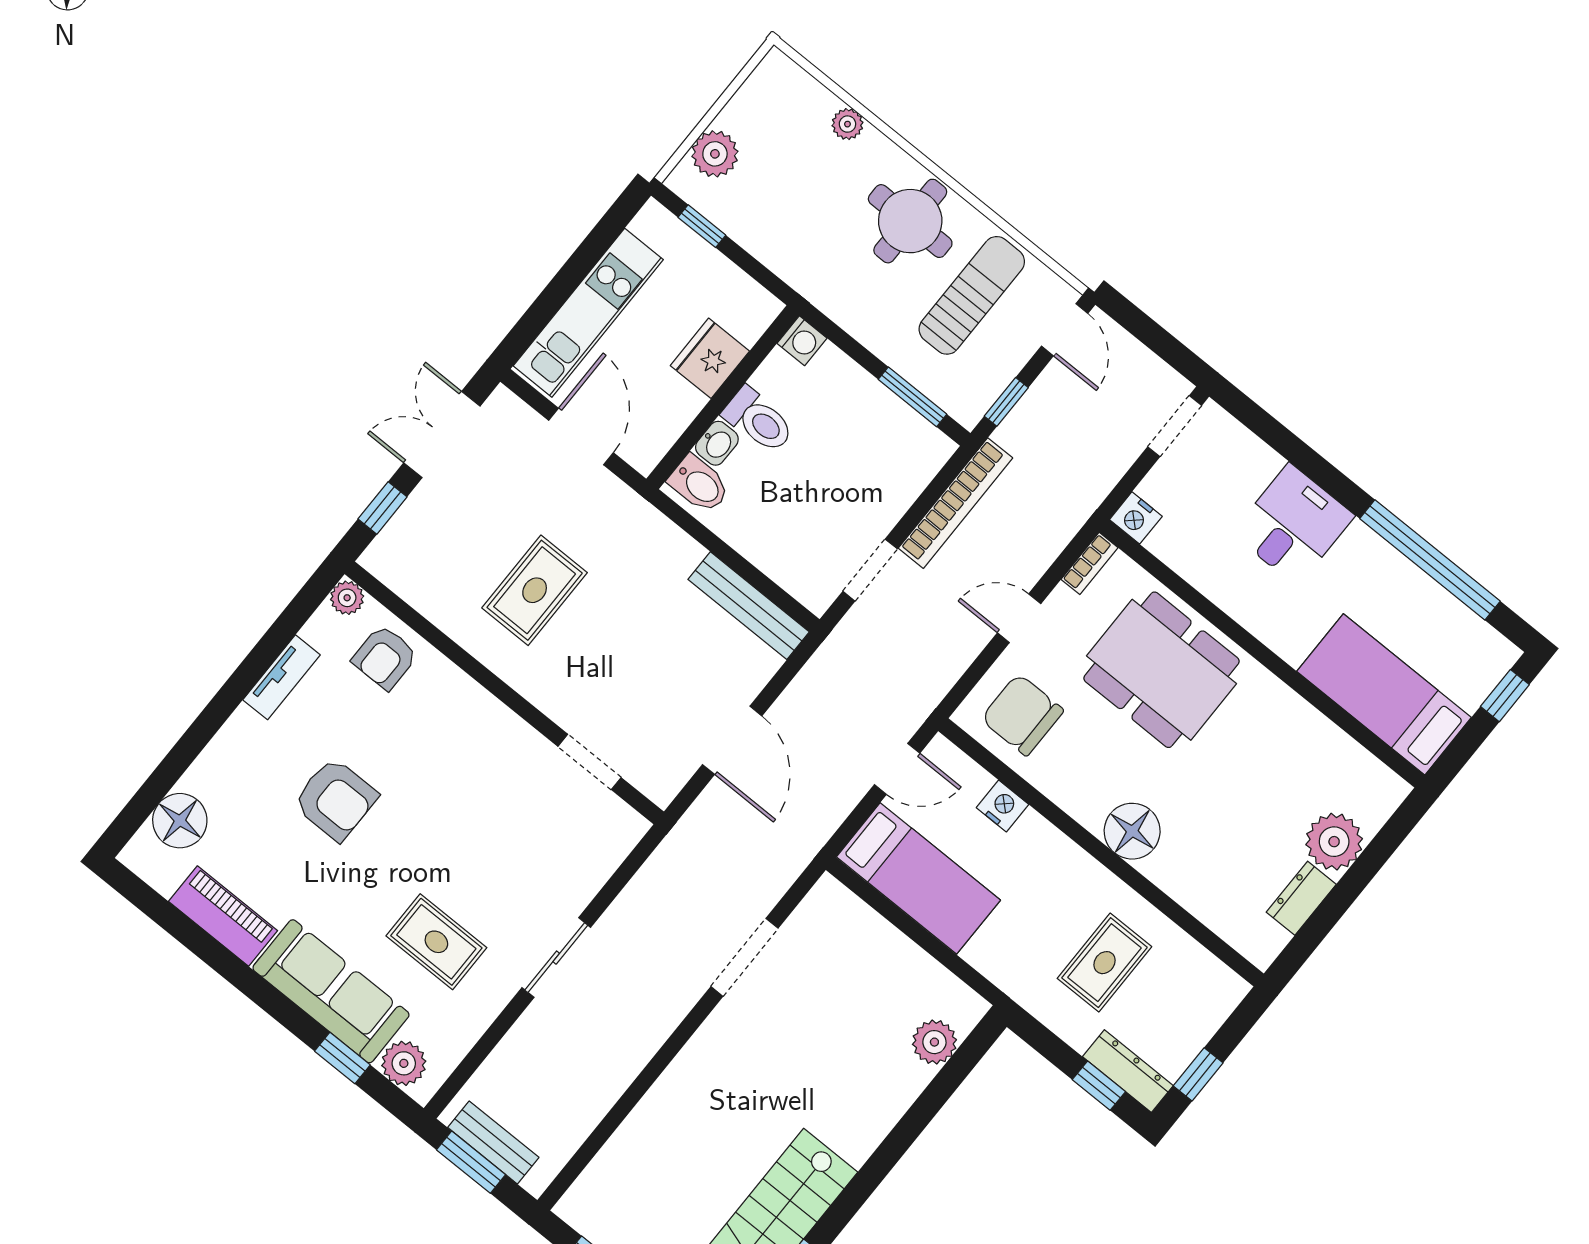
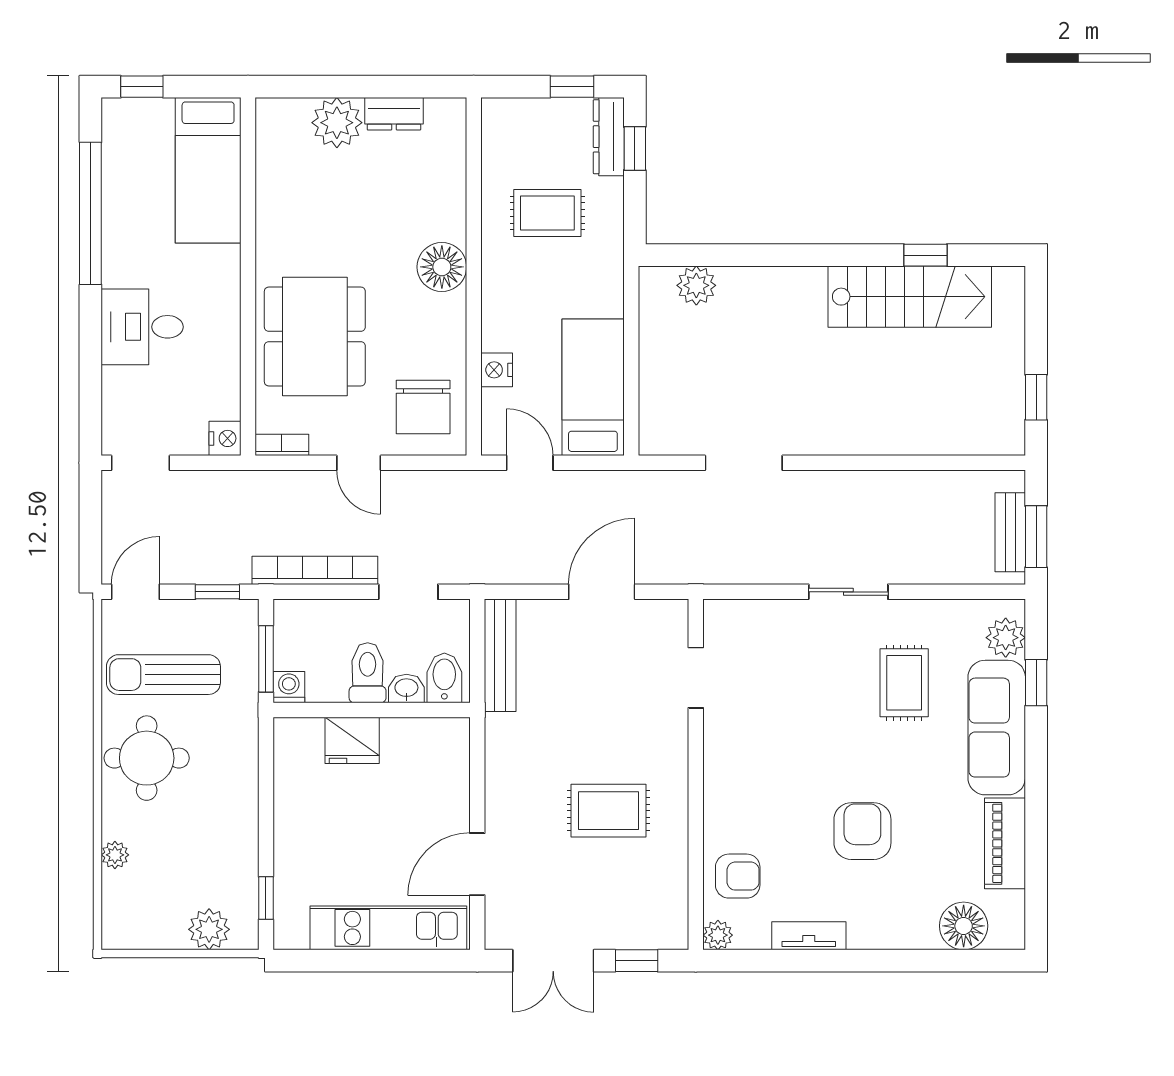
washing machine: (802, 341) -> (289, 687), moved
fridge: (710, 358) -> (352, 740), moved
wall: (723, 397) -> (372, 710), moved
toilet: (759, 420) -> (368, 673), moved
washbasin: (717, 443) -> (406, 688), moved
bidet: (699, 484) -> (444, 678), moved

